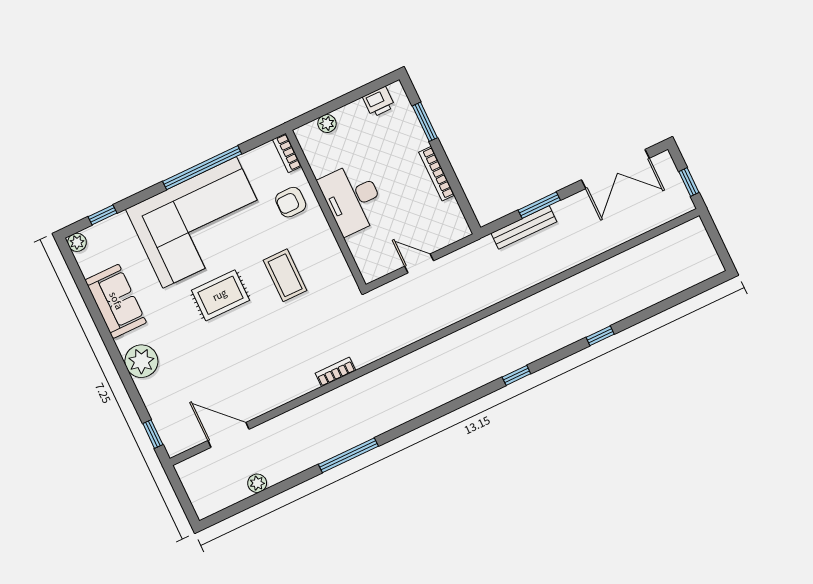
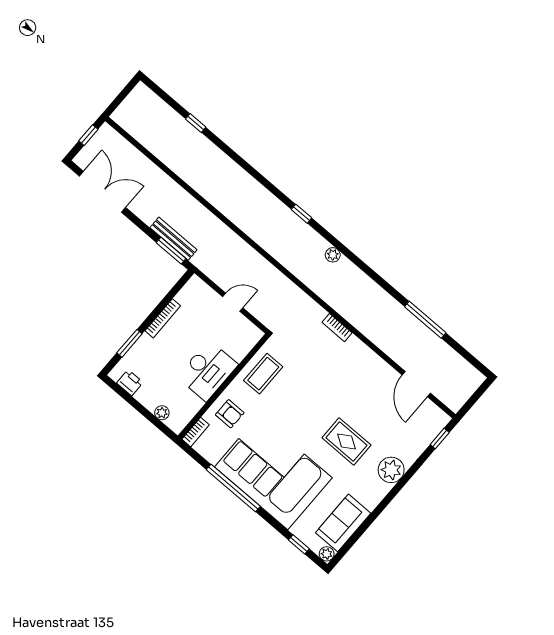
window: (539, 205) -> (171, 251), moved
door: (419, 263) -> (233, 302), swing flipped
coffee table: (285, 275) -> (263, 374), moved
rug: (220, 295) -> (346, 441), moved
sofa: (116, 301) -> (343, 523), moved
window: (600, 336) -> (196, 123), moved
window: (516, 375) -> (302, 214), moved
window: (348, 455) -> (425, 320), moved
plant: (257, 483) -> (333, 255), moved

